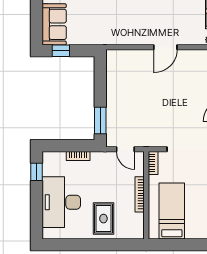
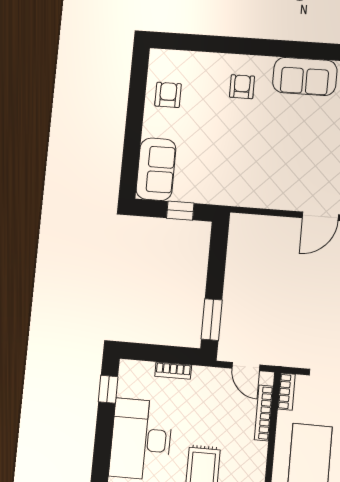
window: (61, 51) -> (180, 211), moved
bookcase: (140, 194) -> (264, 413), moved

